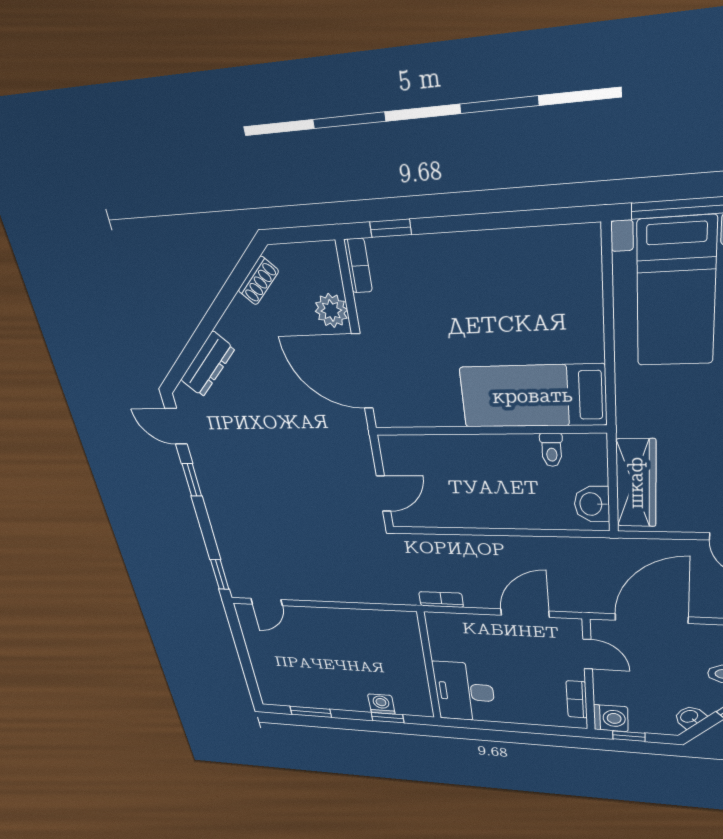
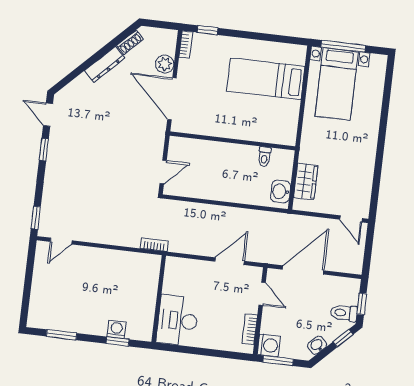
dresser: (207, 364) -> (105, 64), moved
bed: (533, 396) -> (266, 79), moved
wardrobe: (636, 483) -> (306, 181), width x0.67
bookcase: (441, 600) -> (154, 245), moved
window: (629, 736) -> (278, 361), width x1.50

